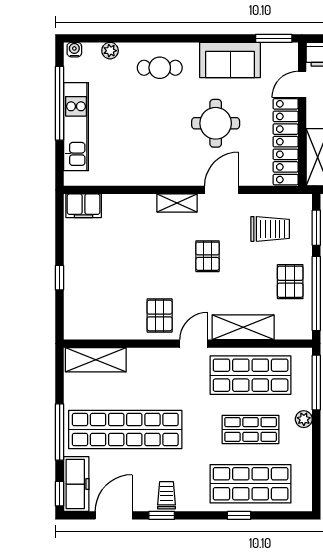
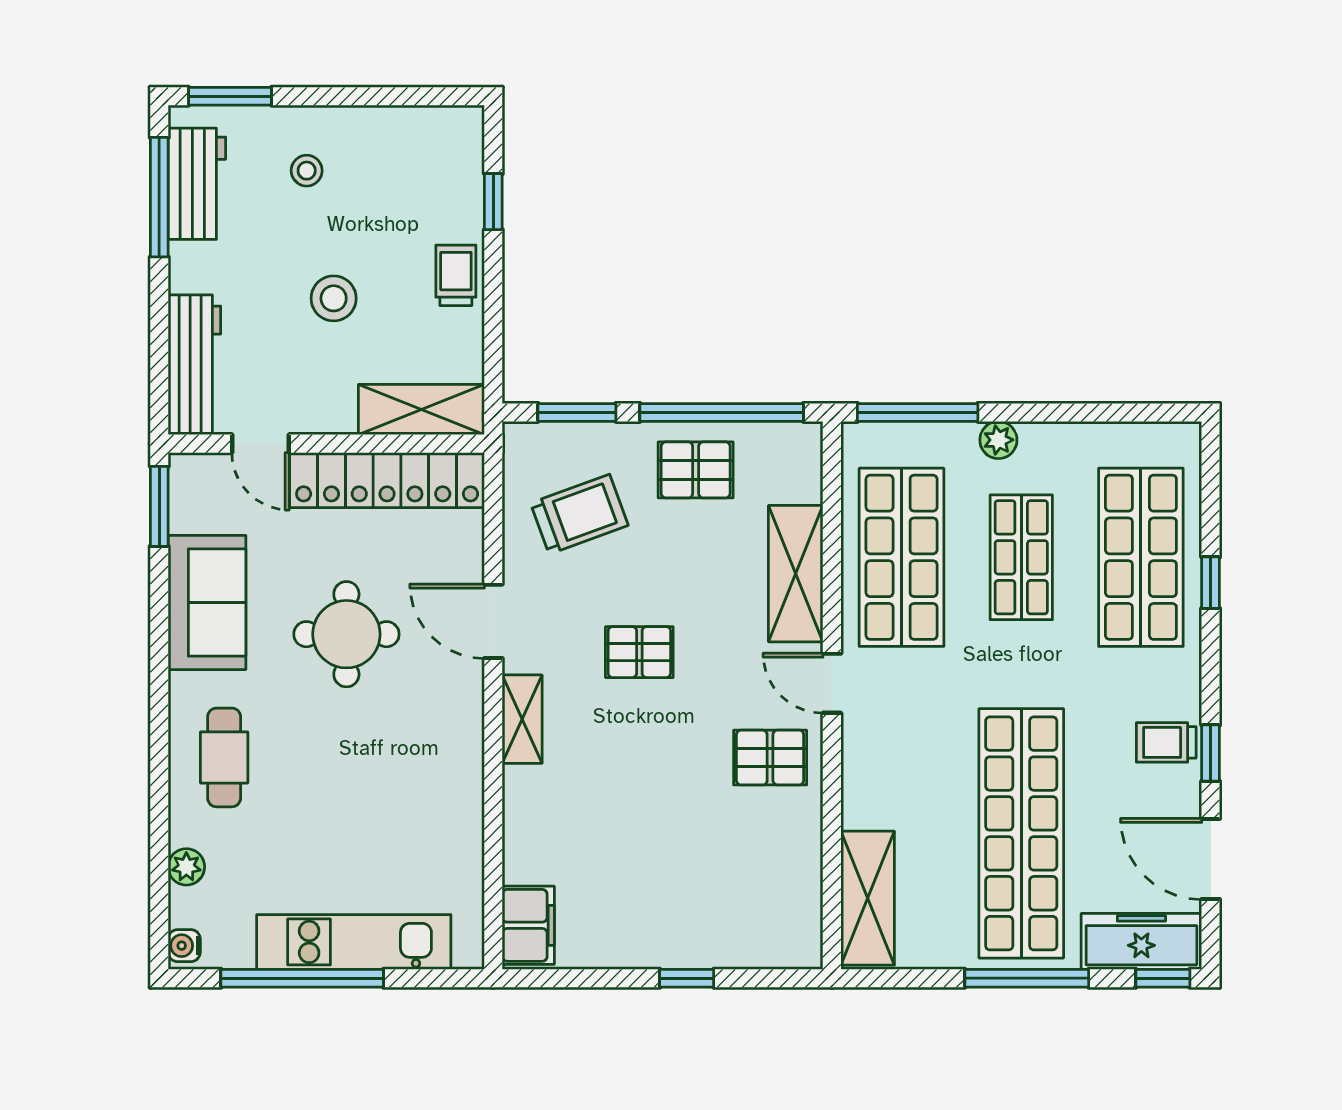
trolley: (270, 229) -> (579, 514), turned 70

